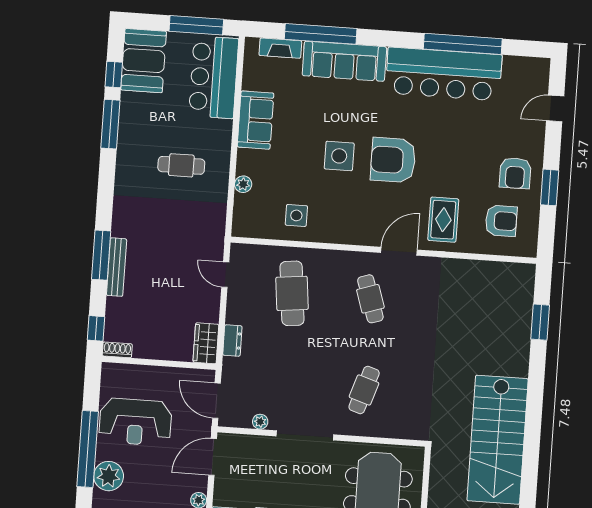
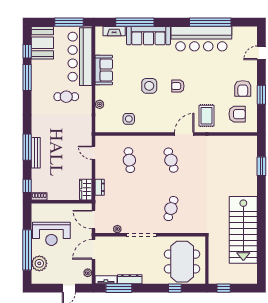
bar counter: (214, 77) -> (80, 57), width x1.36
armchair: (393, 160) -> (178, 86), width x0.53, depth x0.53
cafe table: (292, 293) -> (129, 160), width x0.73, depth x0.74

